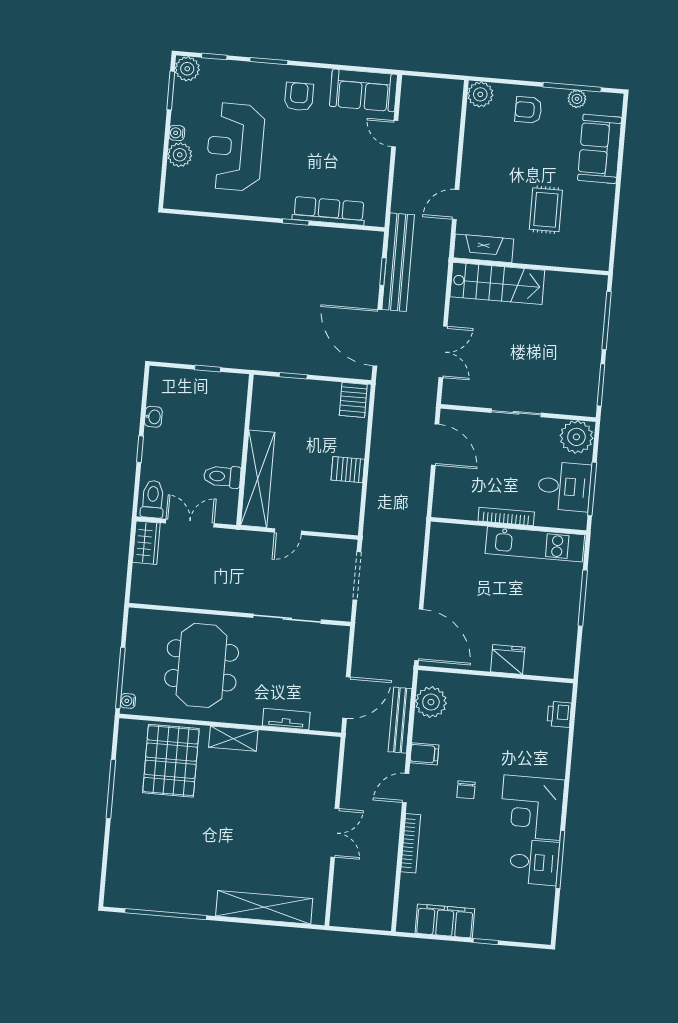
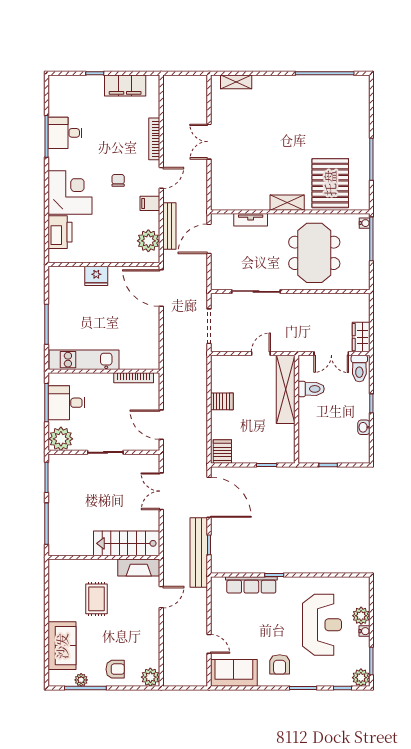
bookcase: (506, 516) -> (134, 378), moved
printer: (559, 714) -> (60, 232), width x1.87, depth x1.48
corner desk: (532, 808) -> (70, 192), moved
shelving: (264, 907) -> (236, 82), width x0.45, depth x0.75

